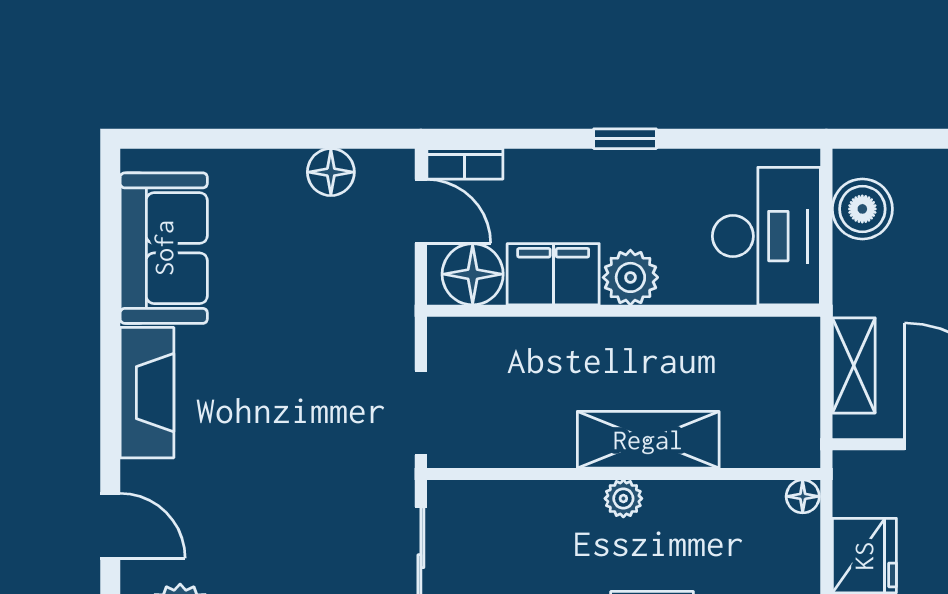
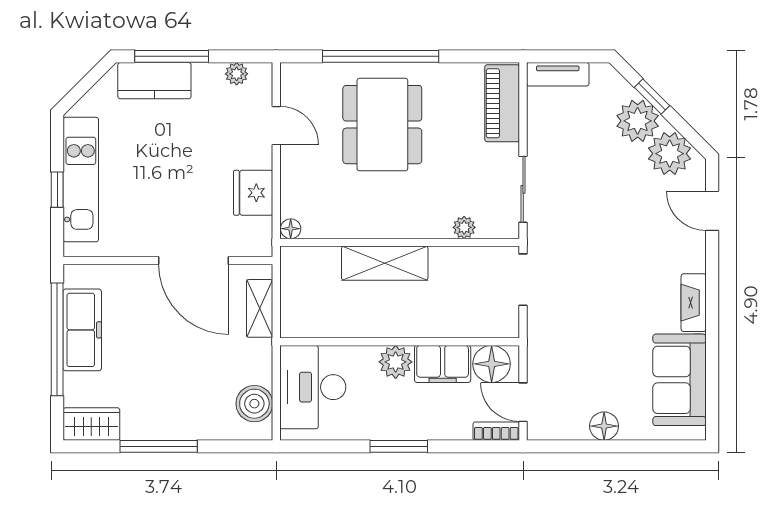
window: (625, 139) -> (399, 446), width x1.50
floor lamp: (331, 172) -> (604, 426), moved
fireplace: (147, 393) -> (694, 303), width x0.73, depth x0.76
plant: (623, 499) -> (464, 227), moved

